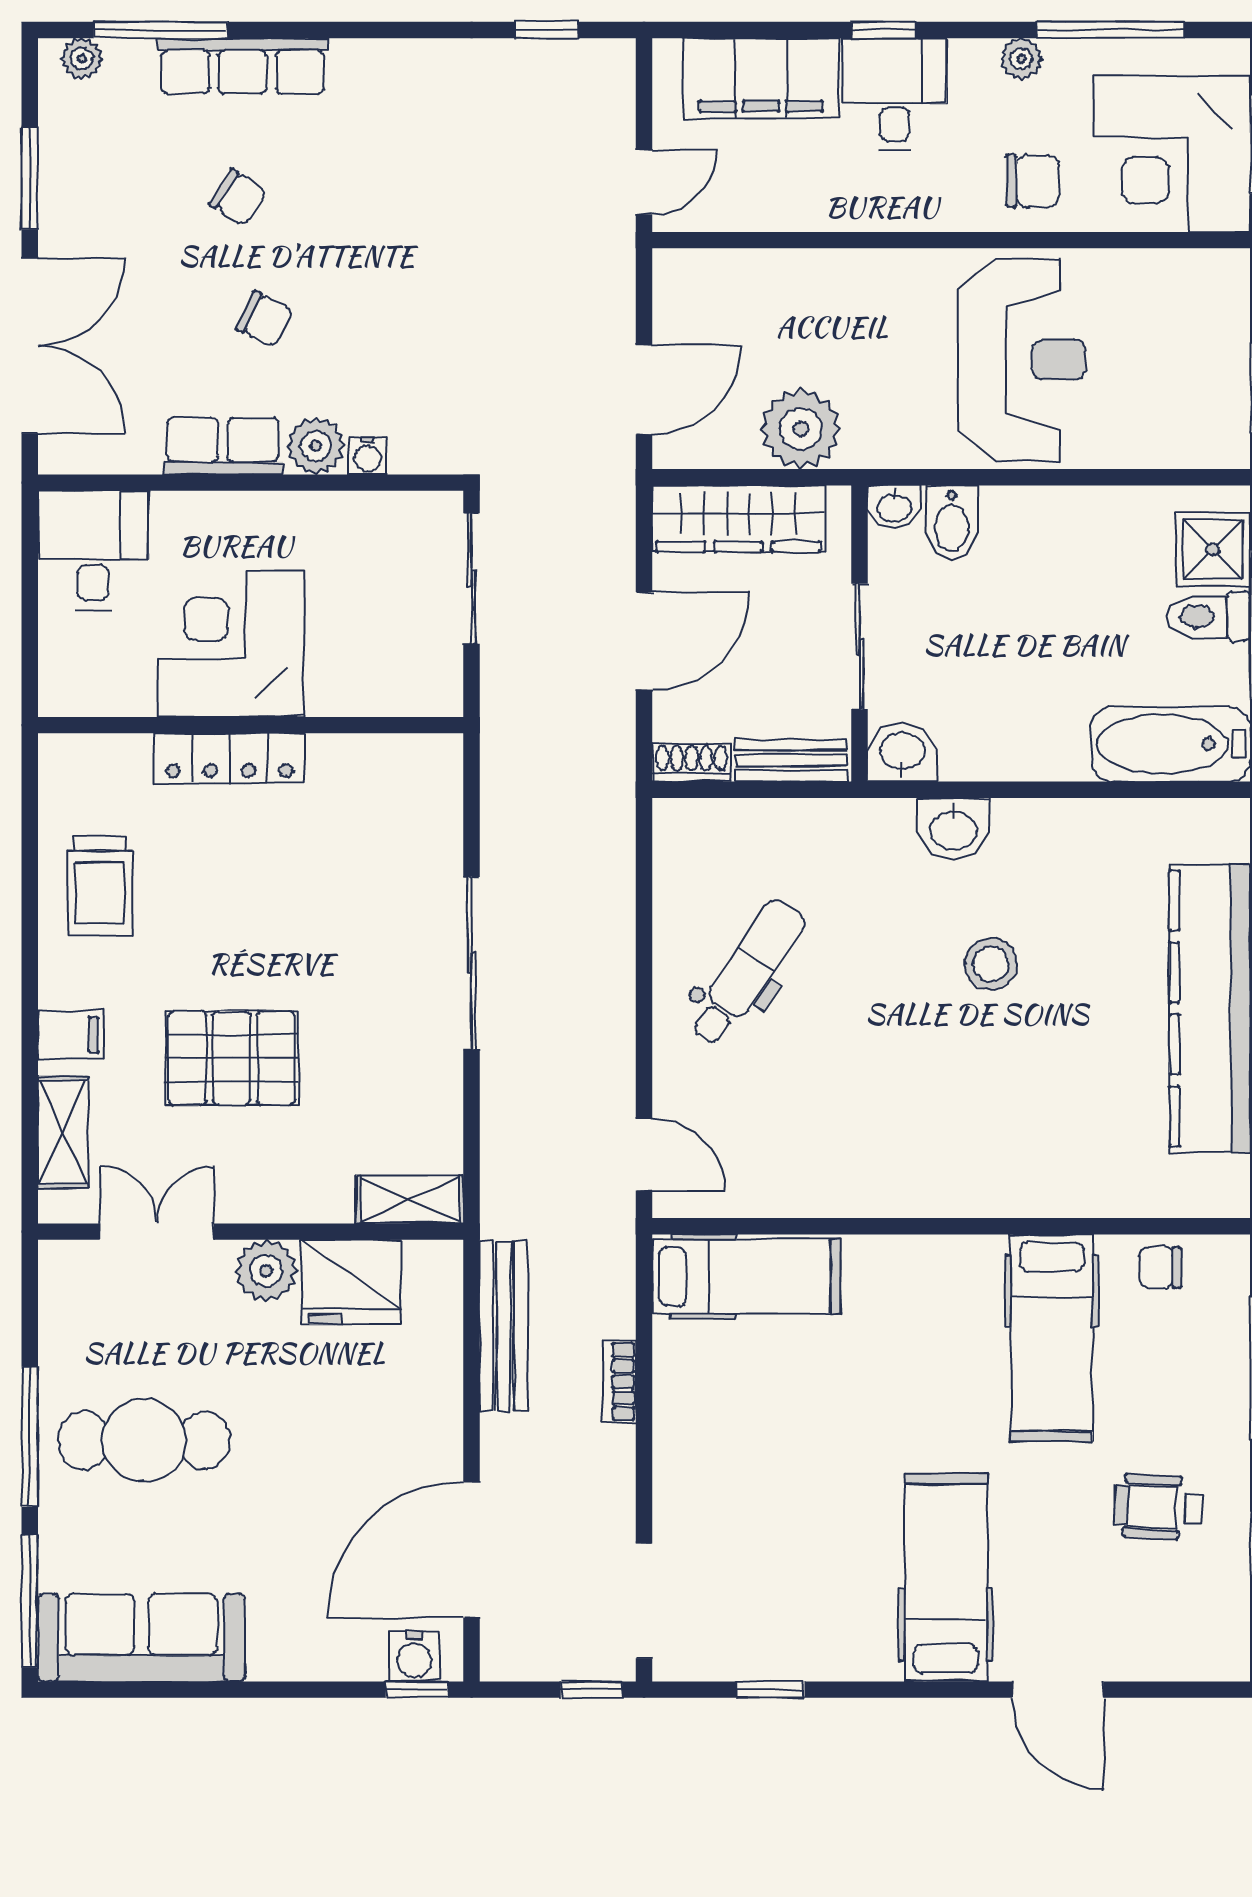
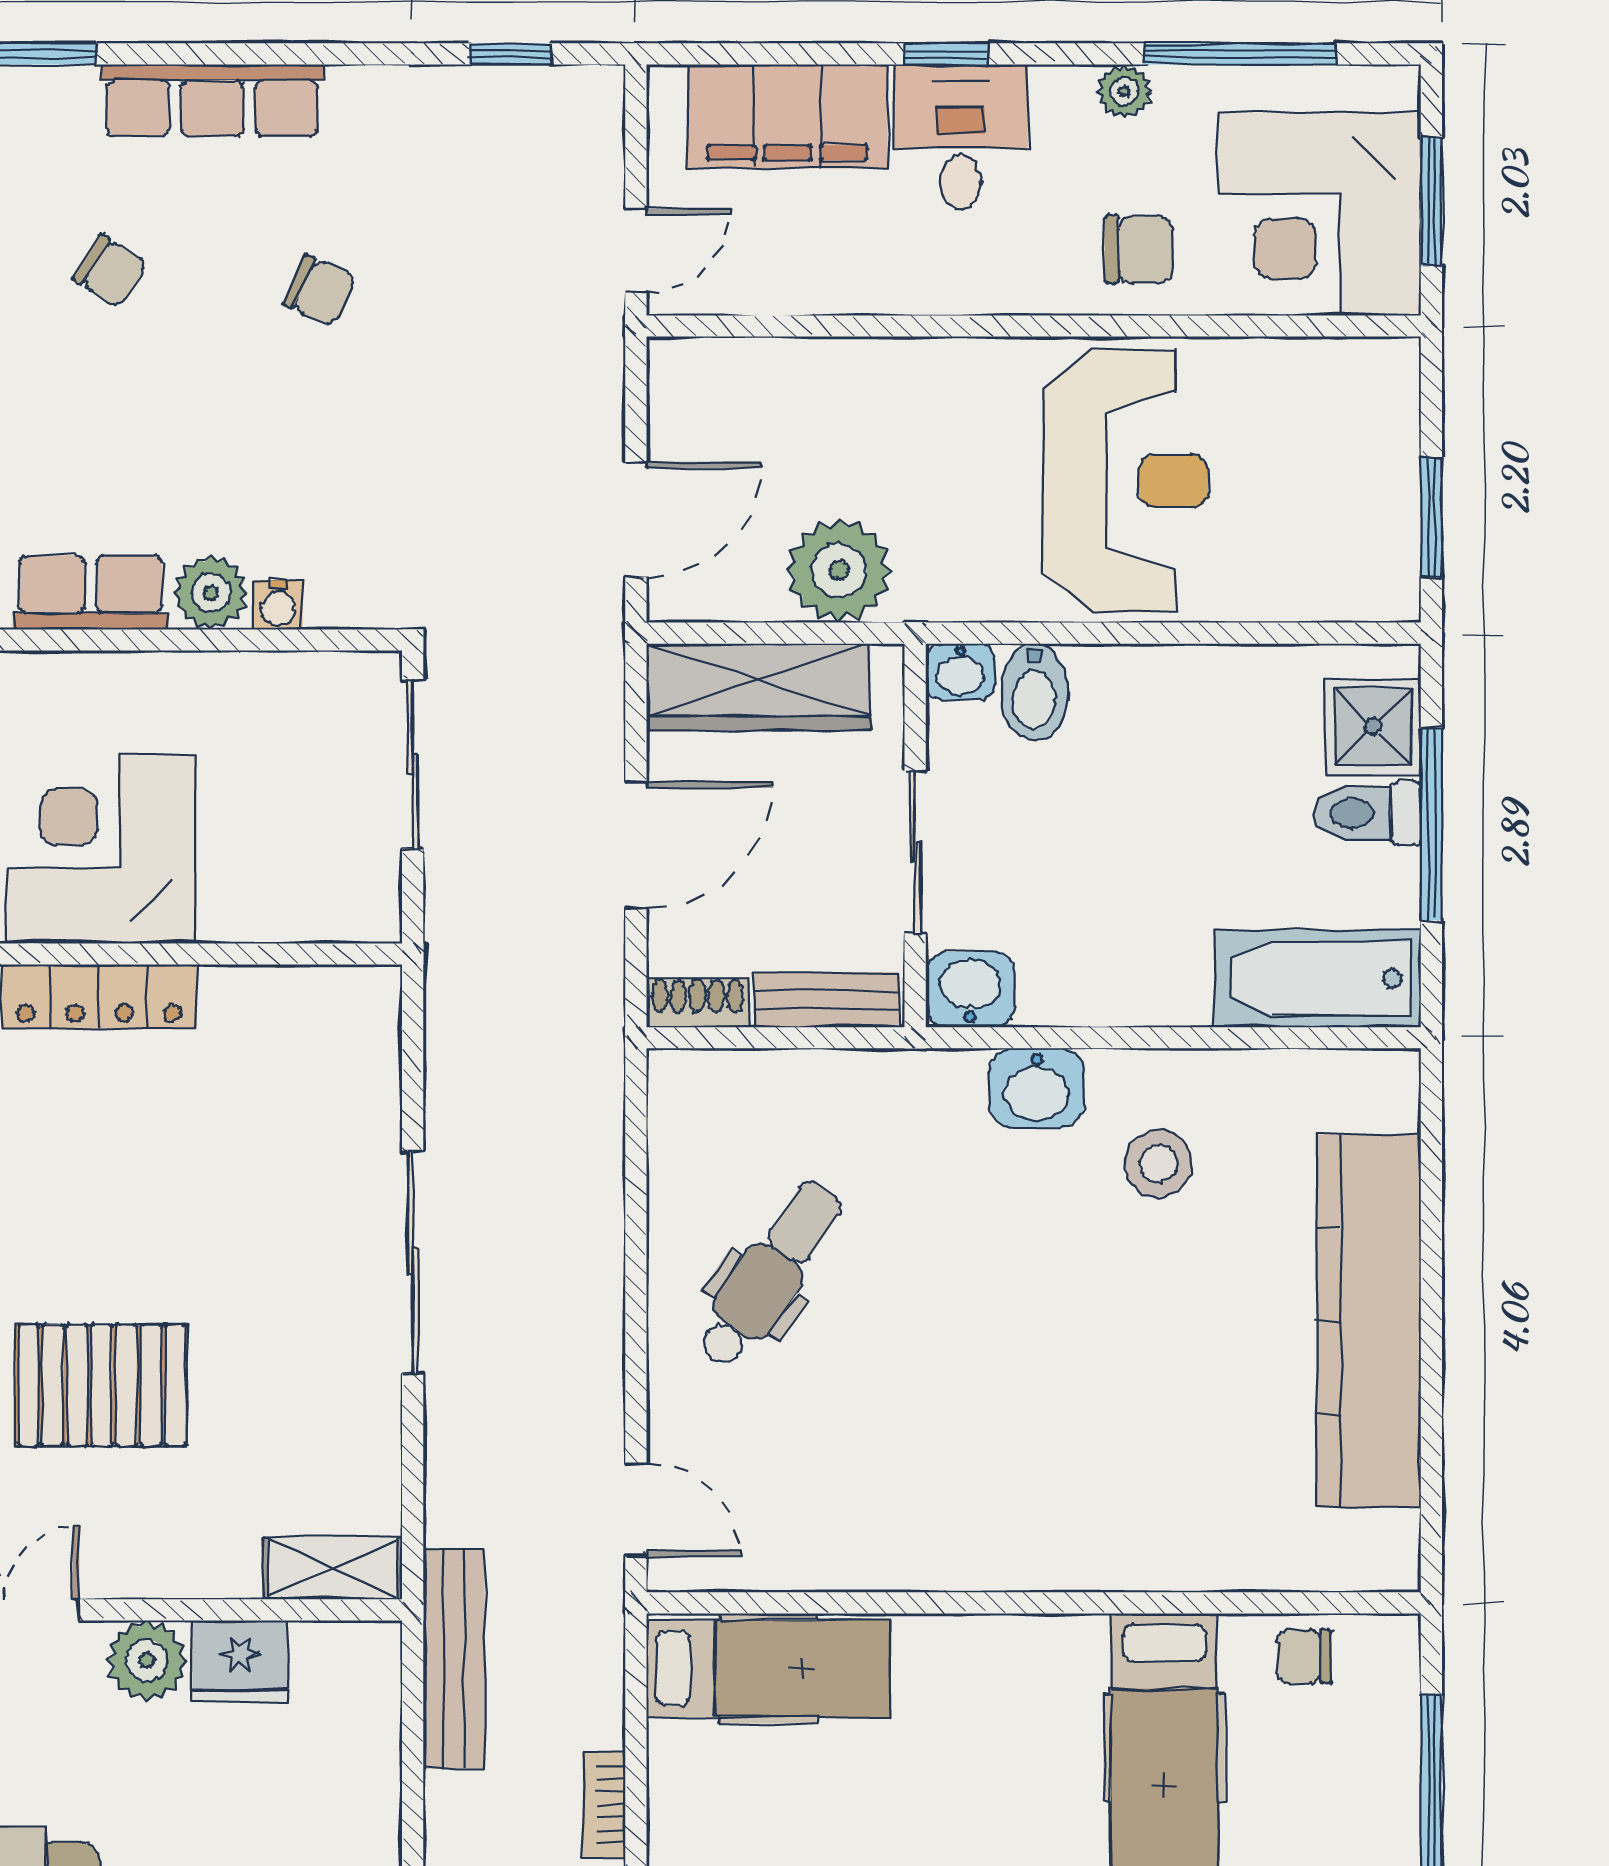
row of seats: (243, 66) -> (212, 100), moved
chair: (265, 319) -> (320, 291), moved
stool: (991, 964) -> (1158, 1163), moved
fridge: (351, 1282) -> (240, 1661), width x0.73, depth x0.75
bench: (503, 1326) -> (454, 1659), moved

